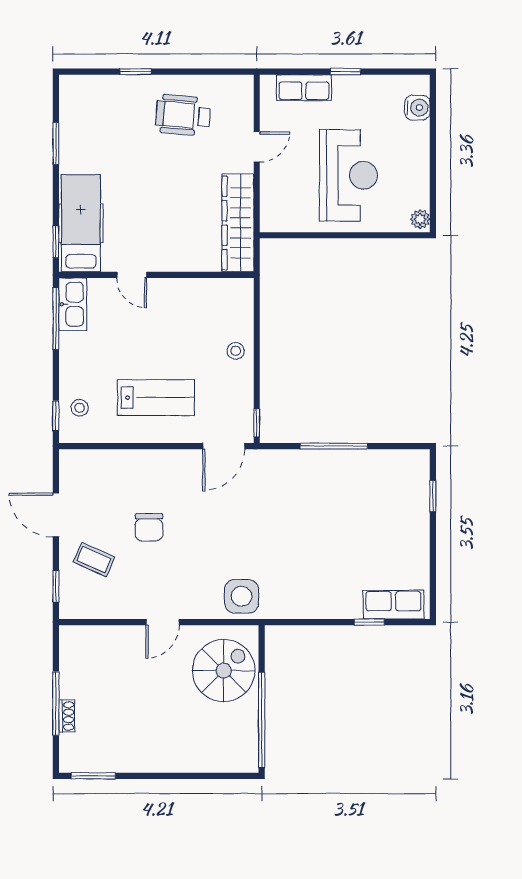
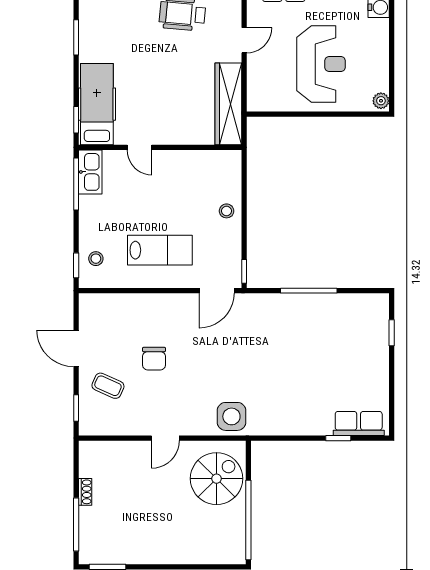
window: (56, 704) -> (76, 525), moved
shoe rack: (67, 716) -> (85, 492), moved

